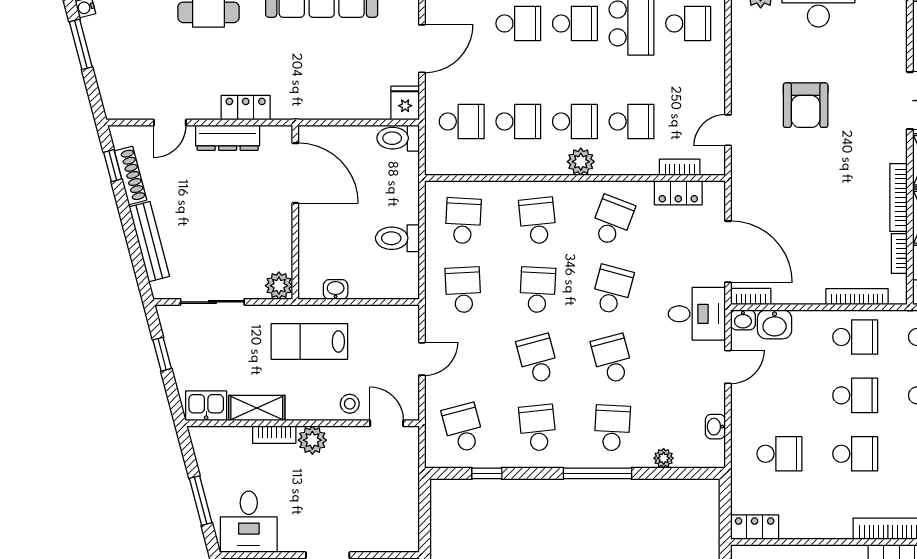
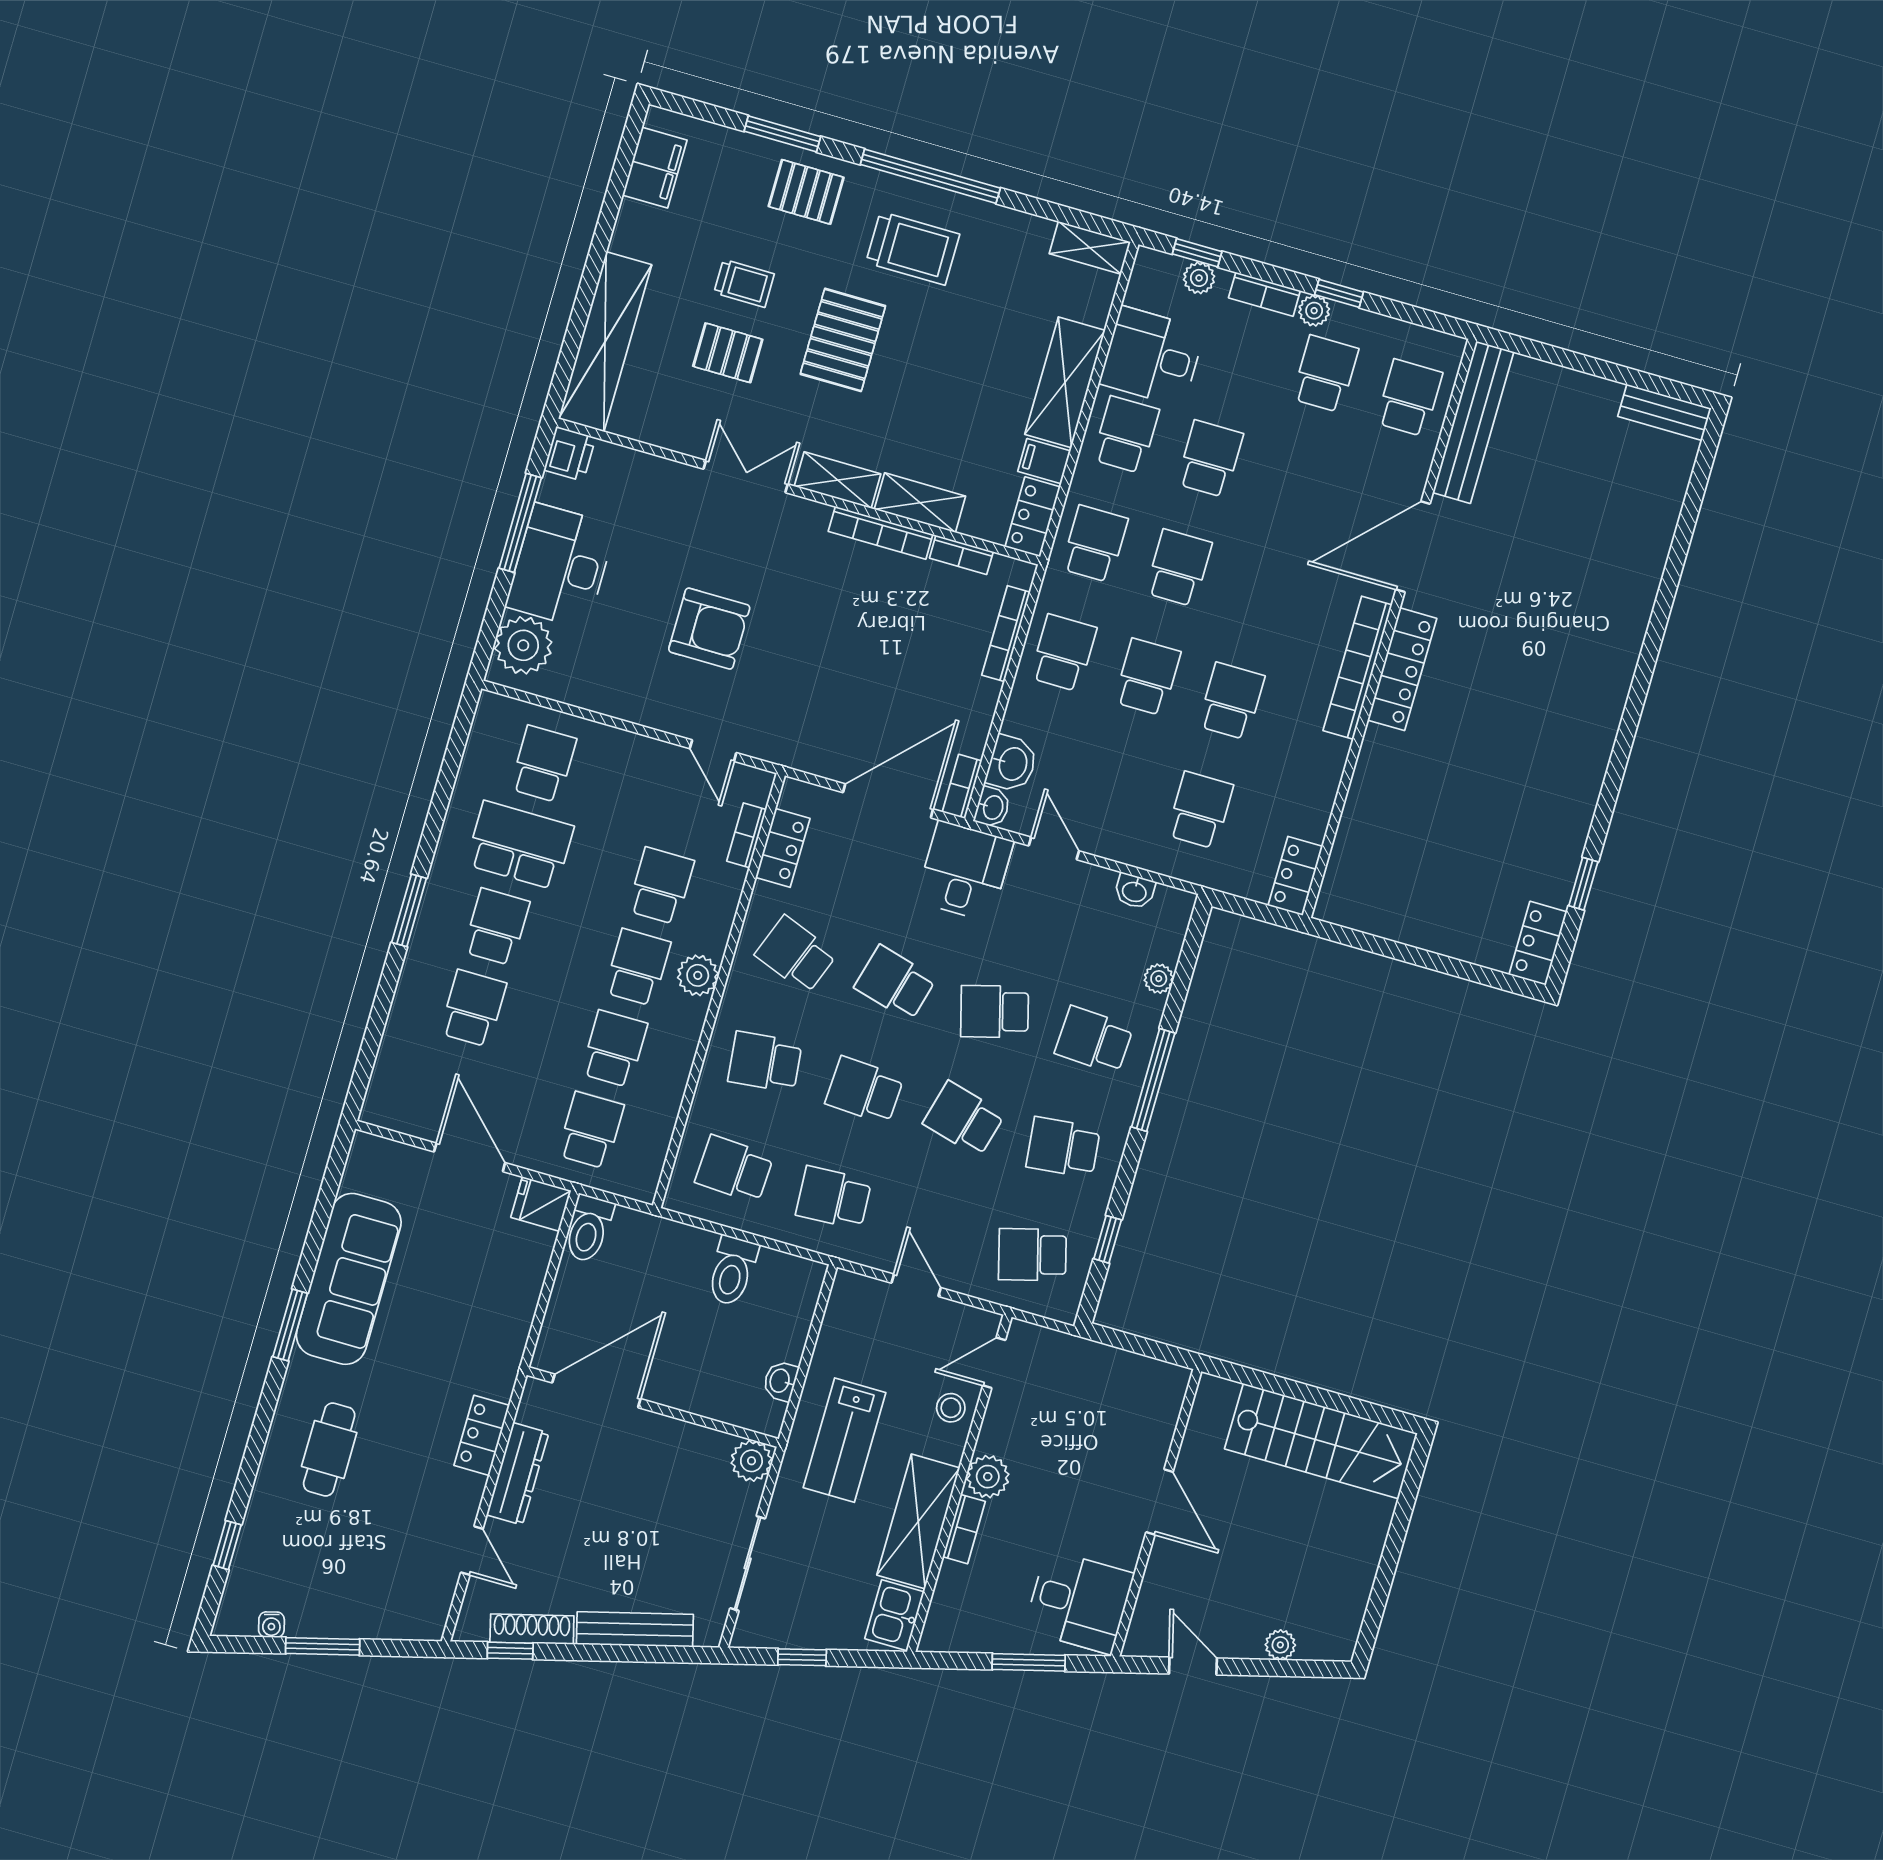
school desk: (538, 359) -> (964, 1119), turned 30
shelving: (257, 408) -> (918, 1521), width x1.50, depth x1.33

